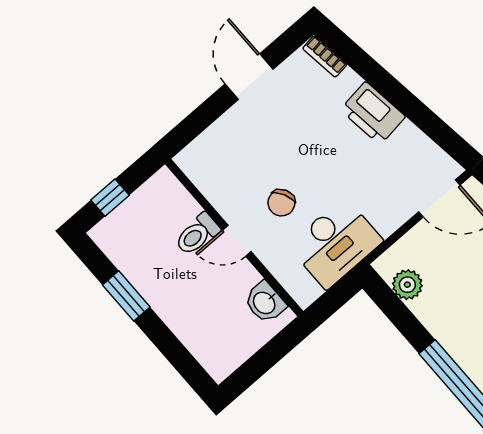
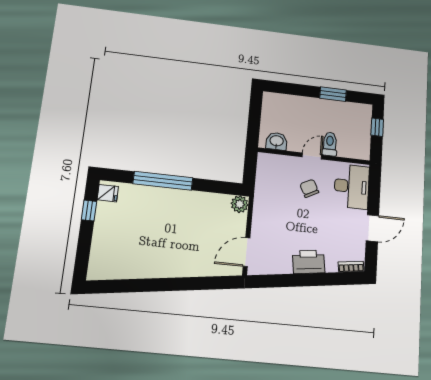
door: (249, 77) -> (372, 228), hinge flipped
desk: (335, 243) -> (352, 186), moved, turned 180
plant: (407, 285) -> (240, 204), moved

